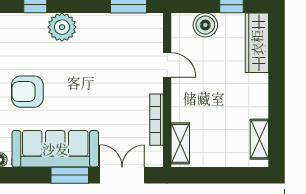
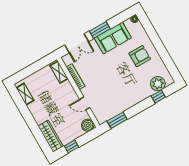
boiler: (205, 25) -> (88, 125), moved
plant: (62, 27) -> (158, 84), moved
sofa: (55, 149) -> (113, 38), width x0.73

